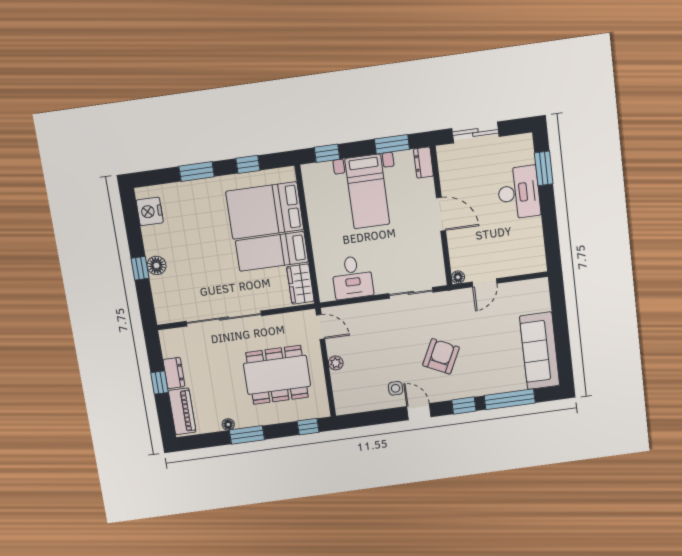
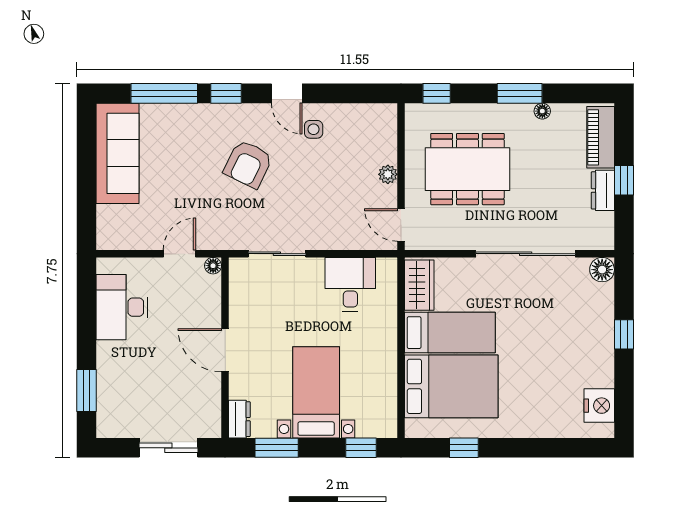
window: (197, 172) -> (531, 448), removed
desk: (519, 193) -> (122, 307), moved
floor lamp: (156, 265) -> (602, 270), moved

